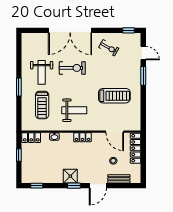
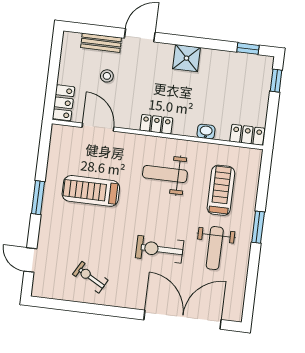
double door: (70, 30) -> (182, 320), moved
window: (129, 30) -> (51, 304), removed
weight bench: (42, 72) -> (215, 248), turned 180
window: (143, 76) -> (38, 198), moved
locker: (136, 148) -> (64, 103), width x0.66
window: (19, 155) -> (276, 81), moved
window: (74, 186) -> (182, 40), removed

